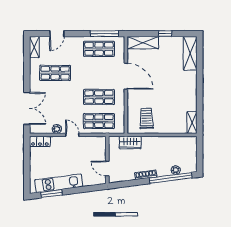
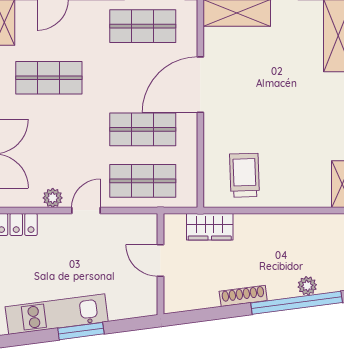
door: (126, 76) -> (200, 85), swing flipped
door: (72, 135) -> (86, 210), hinge flipped
door: (107, 168) -> (160, 260), moved
window: (52, 194) -> (81, 331), moved

